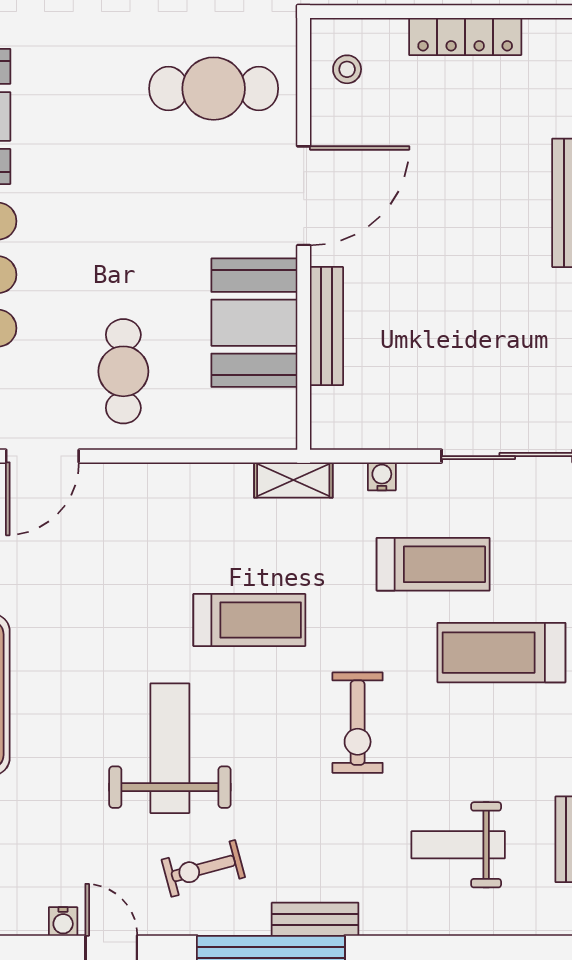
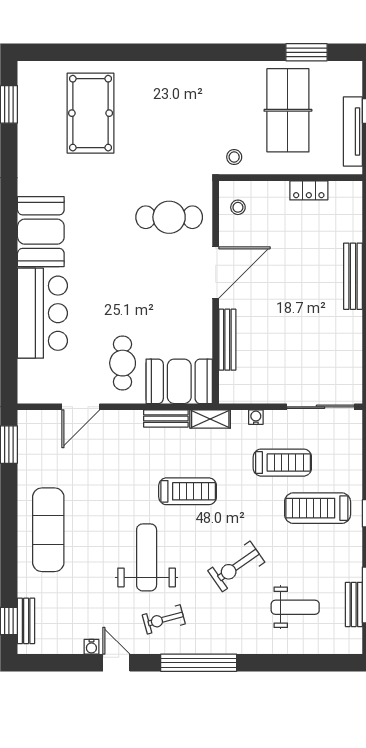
locker: (465, 37) -> (309, 190), width x0.66
booth: (254, 323) -> (179, 381), moved, turned 90
exercise bike: (358, 723) -> (236, 566), moved, turned 55
weight bench: (458, 845) -> (295, 607), turned 180
bench: (315, 919) -> (166, 419), moved

